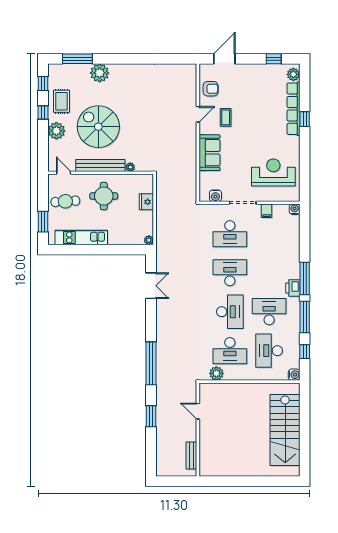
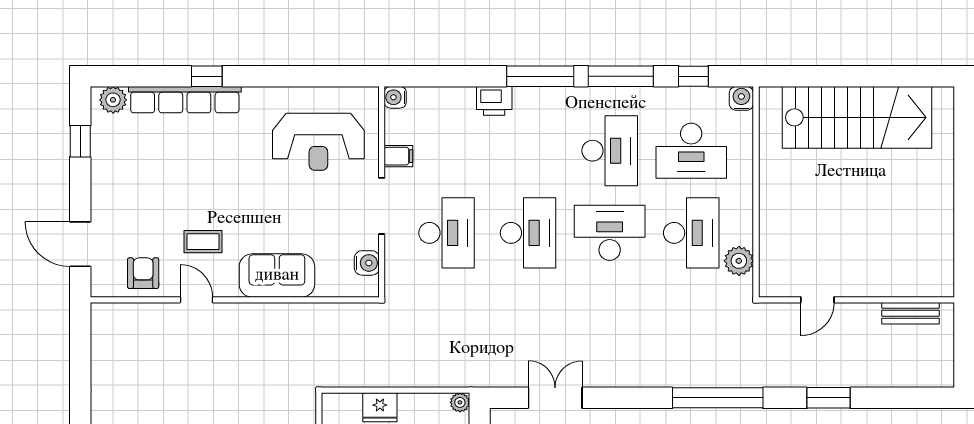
reception desk: (273, 173) -> (318, 142), turned -90
desk: (230, 273) -> (528, 233), turned 180
printer: (293, 288) -> (494, 101), moved
desk: (269, 312) -> (610, 151), turned 180

